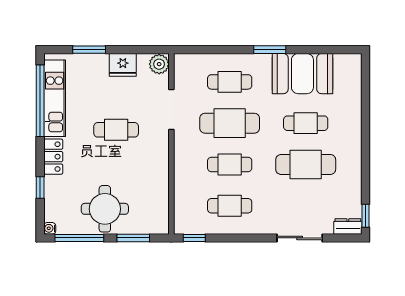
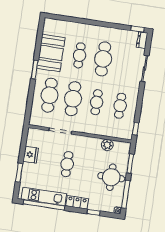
plant: (159, 64) -> (107, 145), moved
cafe table: (230, 82) -> (49, 95), width x1.37, depth x1.35

